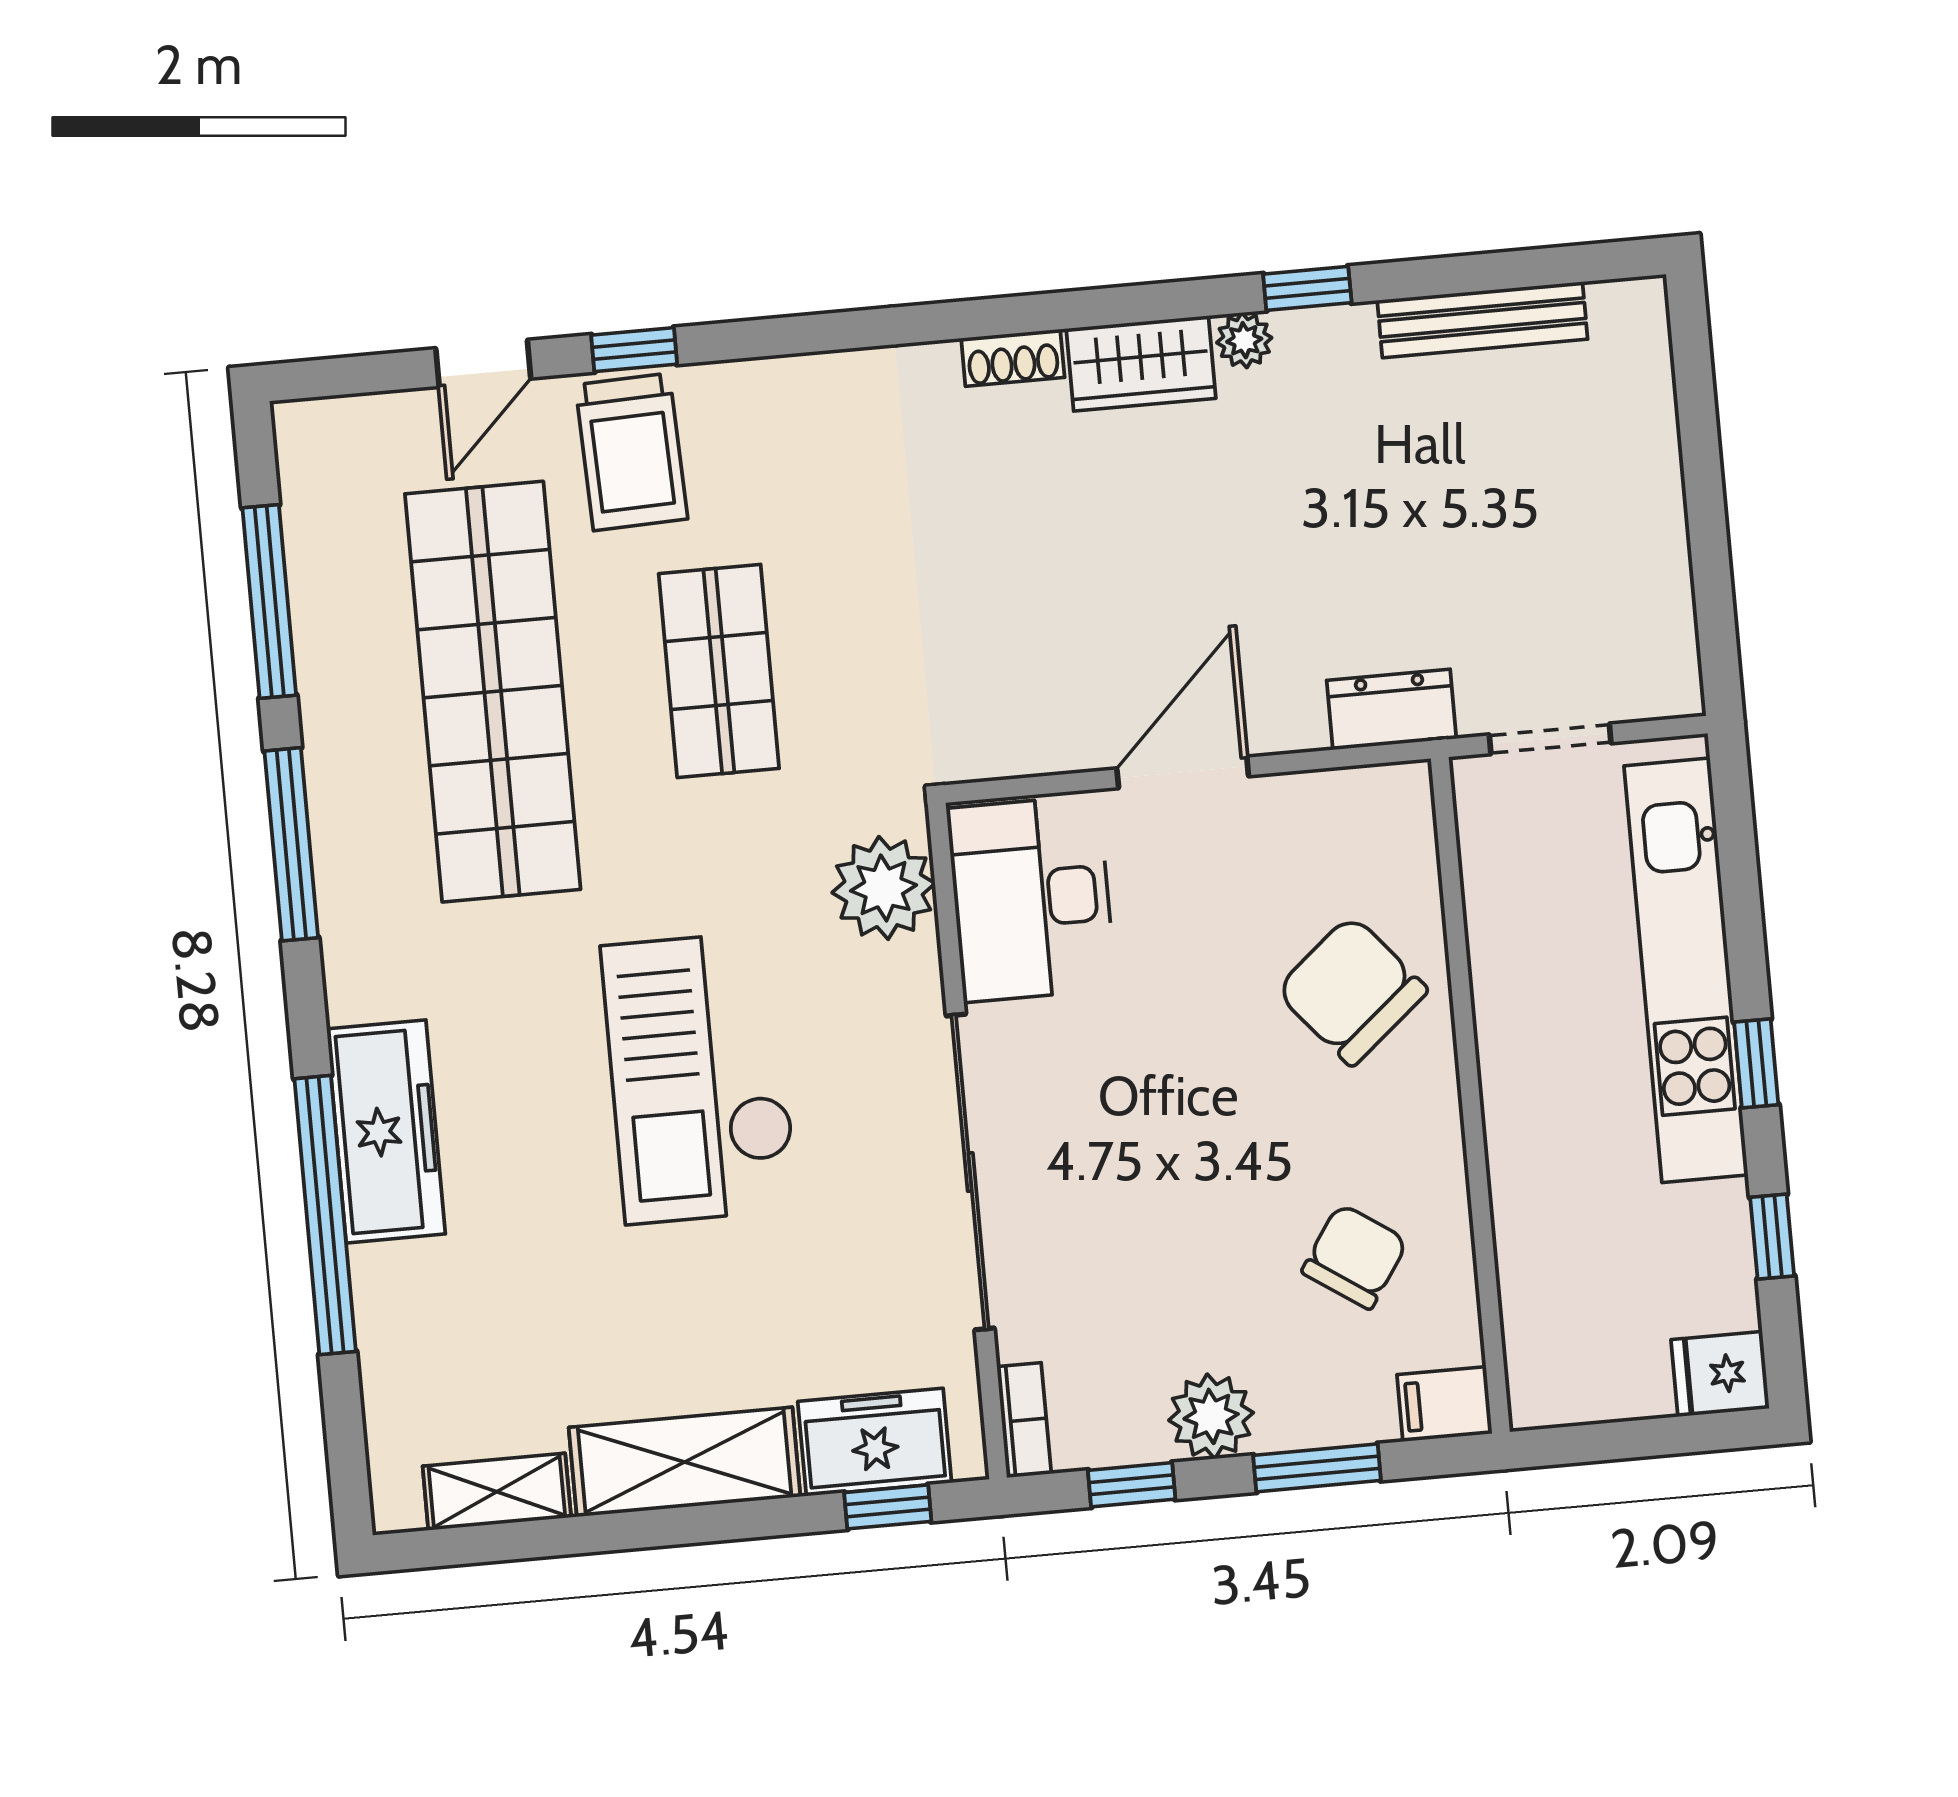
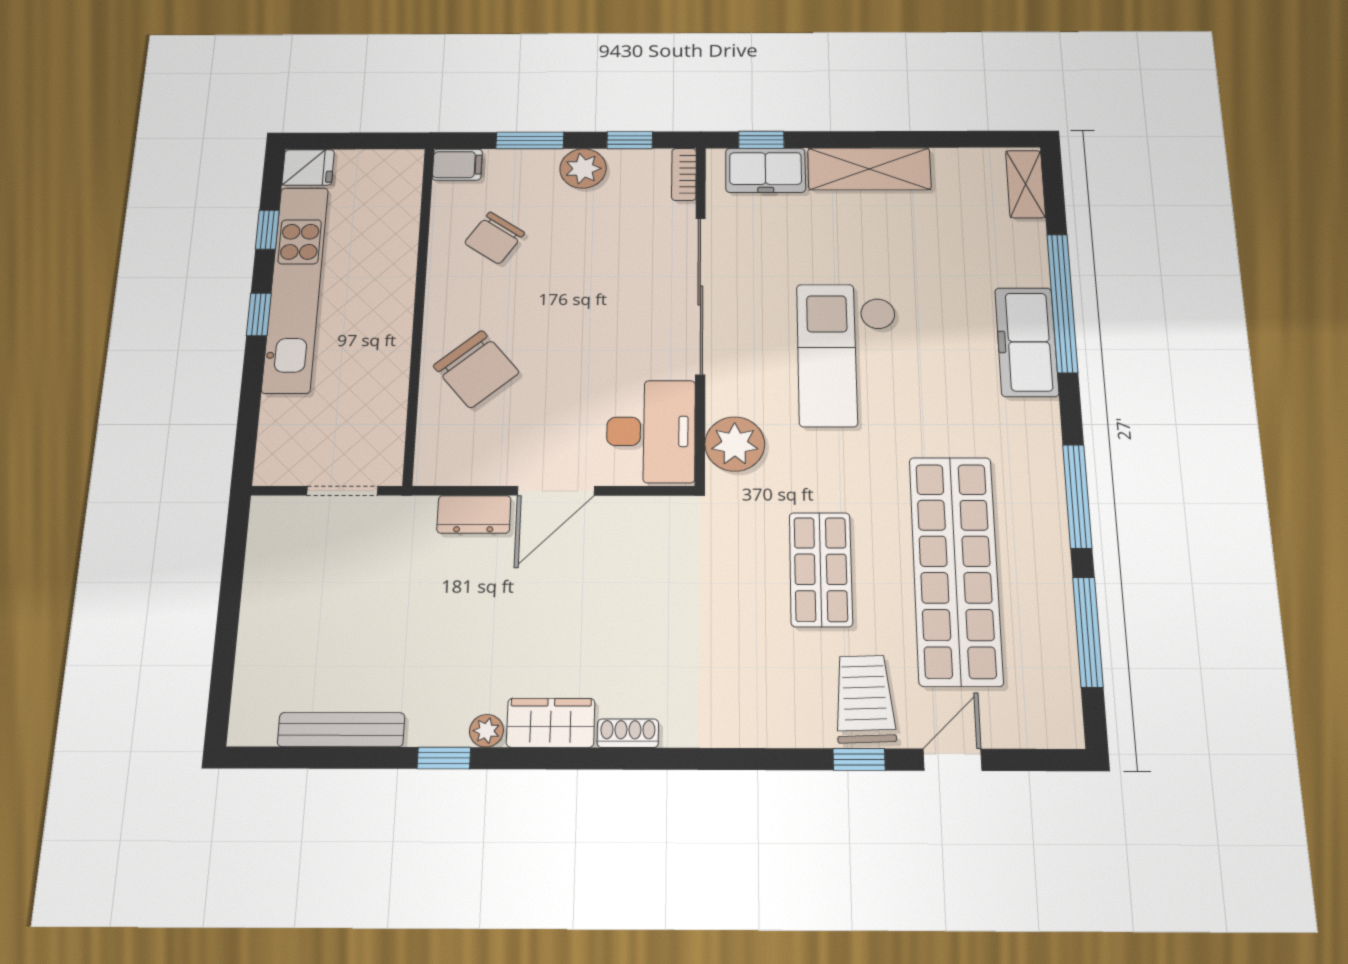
dresser: (1391, 709) -> (474, 514), moved
kitchen unit: (1686, 970) -> (295, 289), moved
checkout: (700, 1078) -> (848, 355), turned 180
shelving: (497, 1492) -> (1025, 184), moved, turned 90

